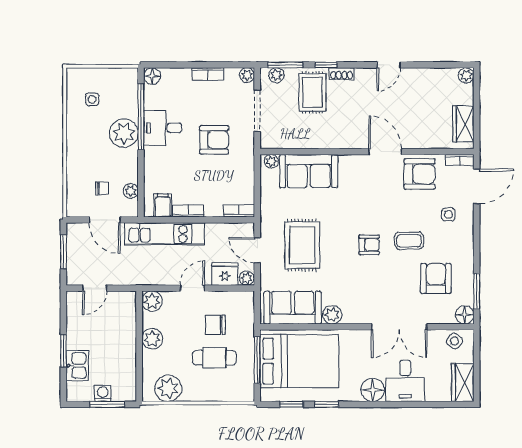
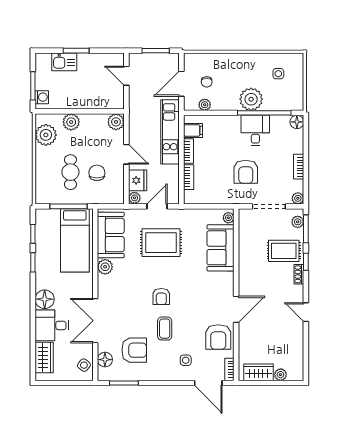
plant: (466, 75) -> (281, 375), moved
bookcase: (239, 211) -> (189, 177), moved
floor lamp: (465, 315) -> (105, 360), moved
plant: (152, 339) -> (71, 122), moved
bed: (299, 361) -> (75, 240), width x0.67
wardrobe: (463, 382) -> (44, 358), moved, turned 90
washing machine: (103, 393) -> (42, 97), moved

